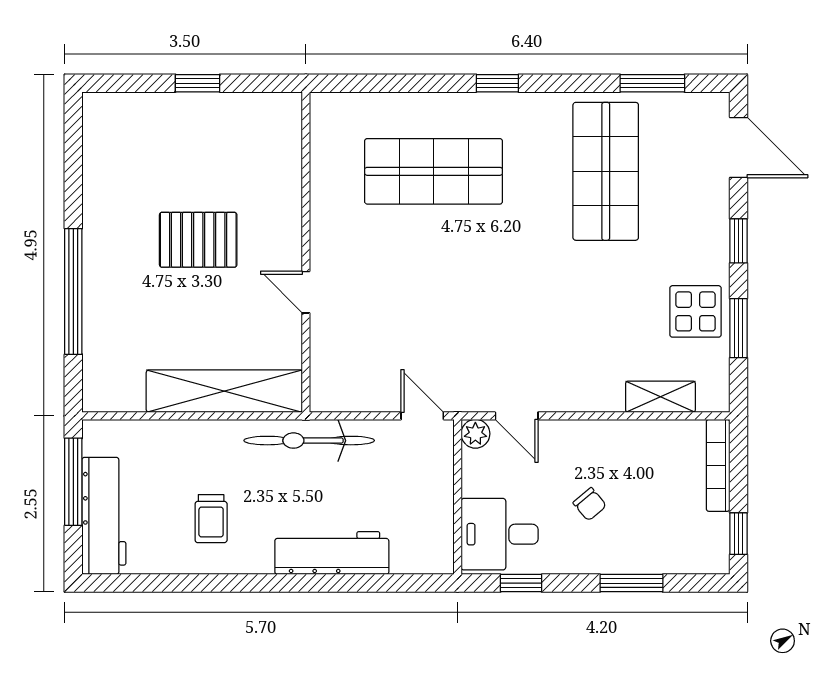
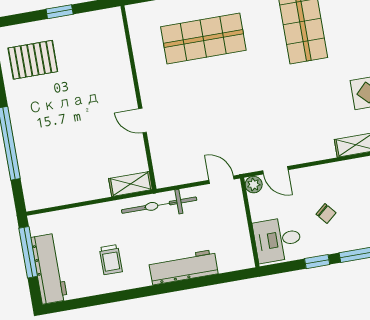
pallet: (198, 240) -> (33, 60), moved
shelving: (224, 391) -> (131, 184), width x0.45, depth x0.75
window: (521, 583) -> (317, 262), moved

